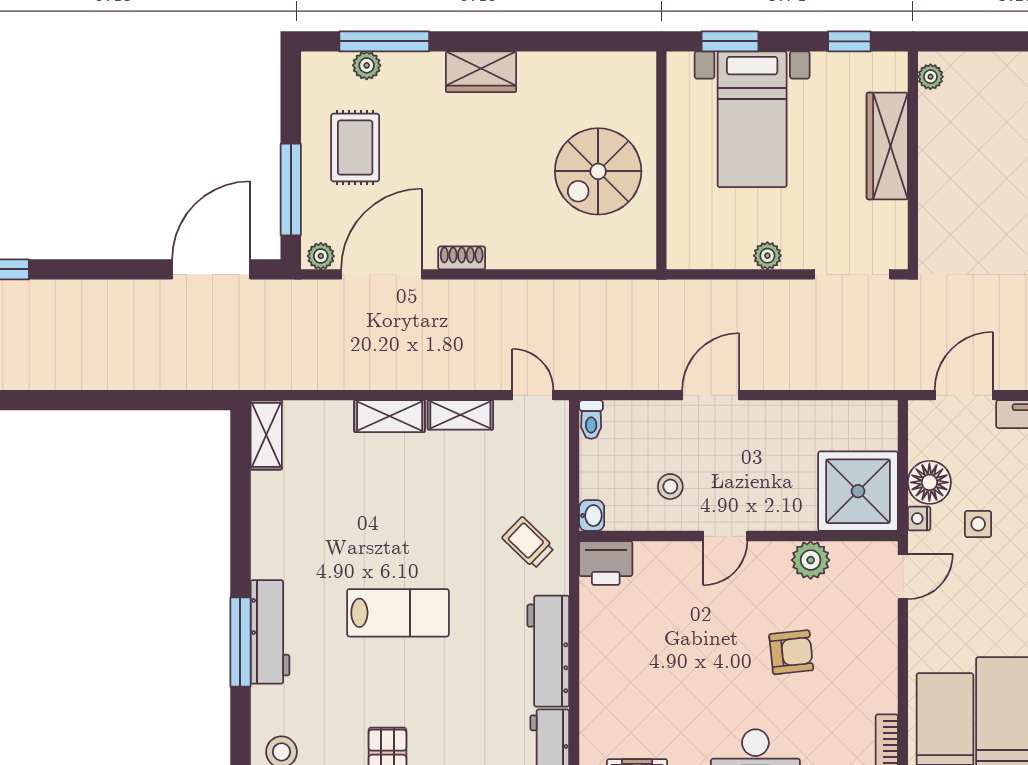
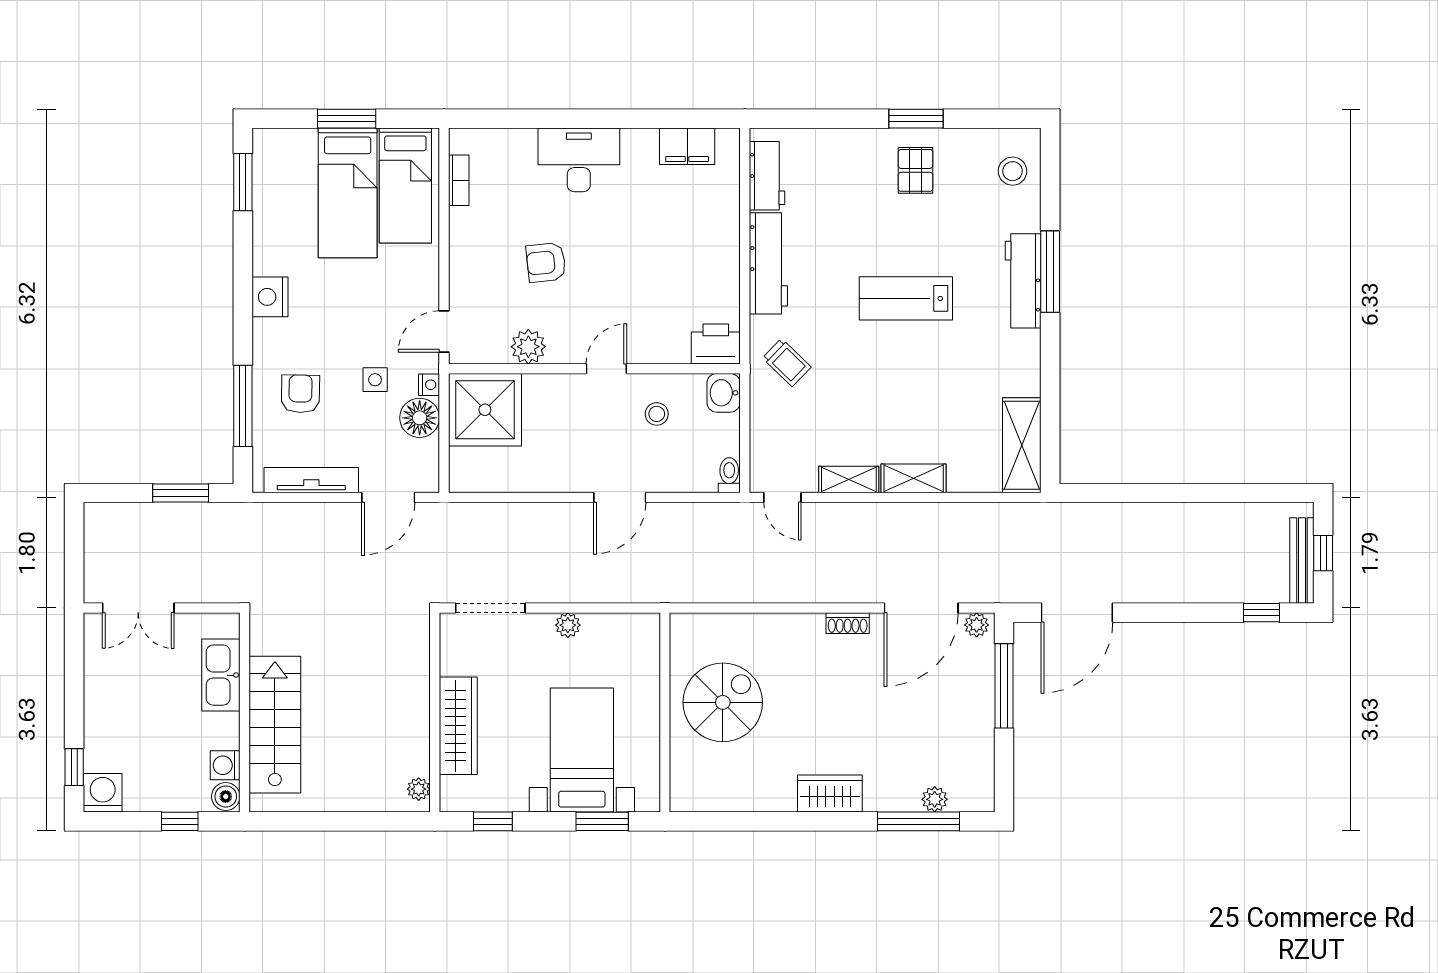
rug: (355, 148) -> (945, 724), removed
shelving: (266, 435) -> (1022, 445), width x1.50, depth x1.33
washbasin: (592, 516) -> (724, 393), width x1.38, depth x1.45

